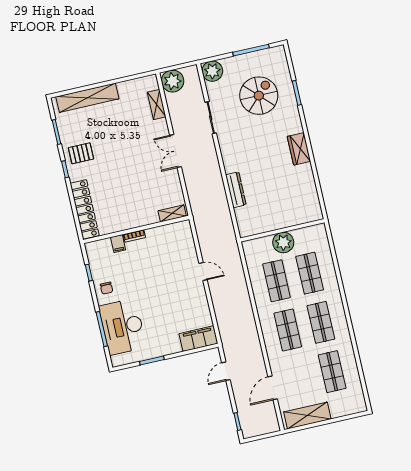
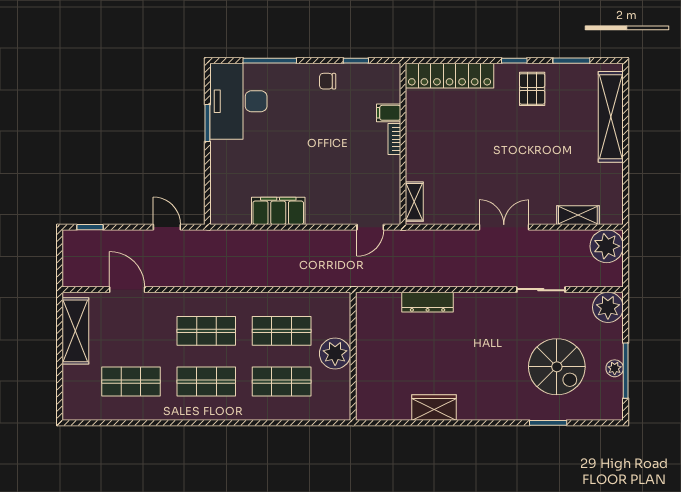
plant: (251, 58) -> (615, 368), added
wardrobe: (299, 149) -> (434, 407), moved
door: (203, 272) -> (370, 227), moved
desk: (123, 327) -> (238, 101), moved, turned -90
filing cabinet: (198, 339) -> (278, 211), moved, turned -90

